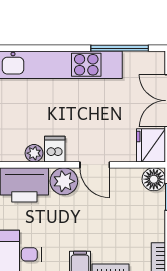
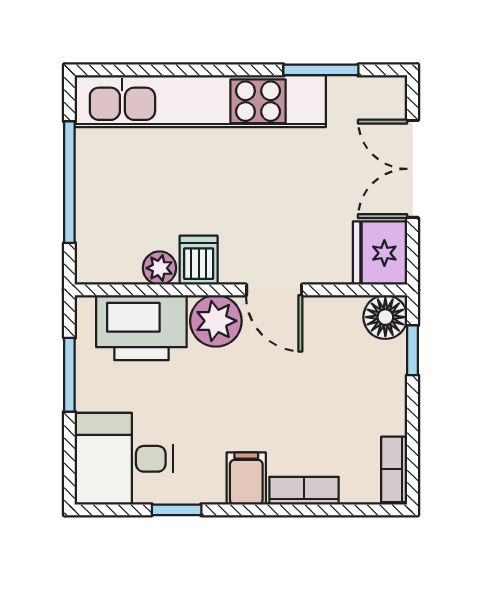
window: (120, 48) -> (321, 70), width x0.69

